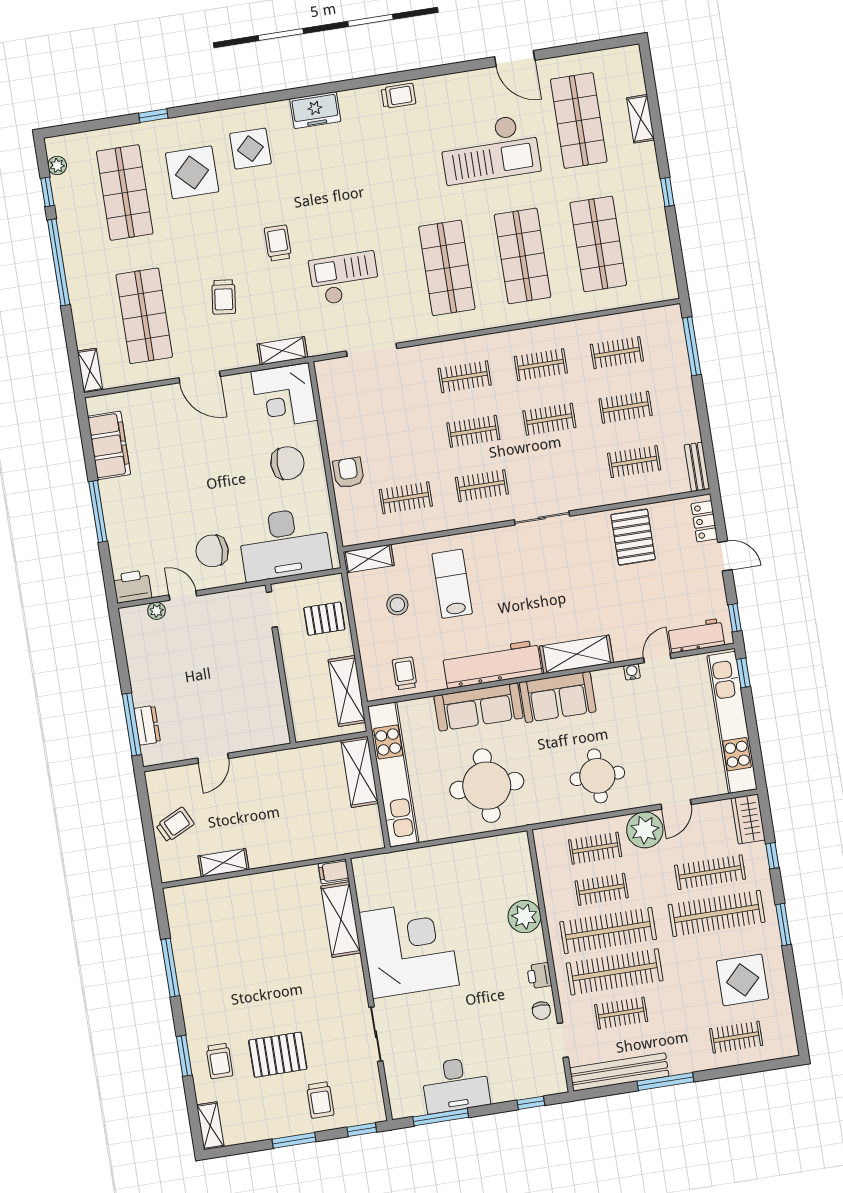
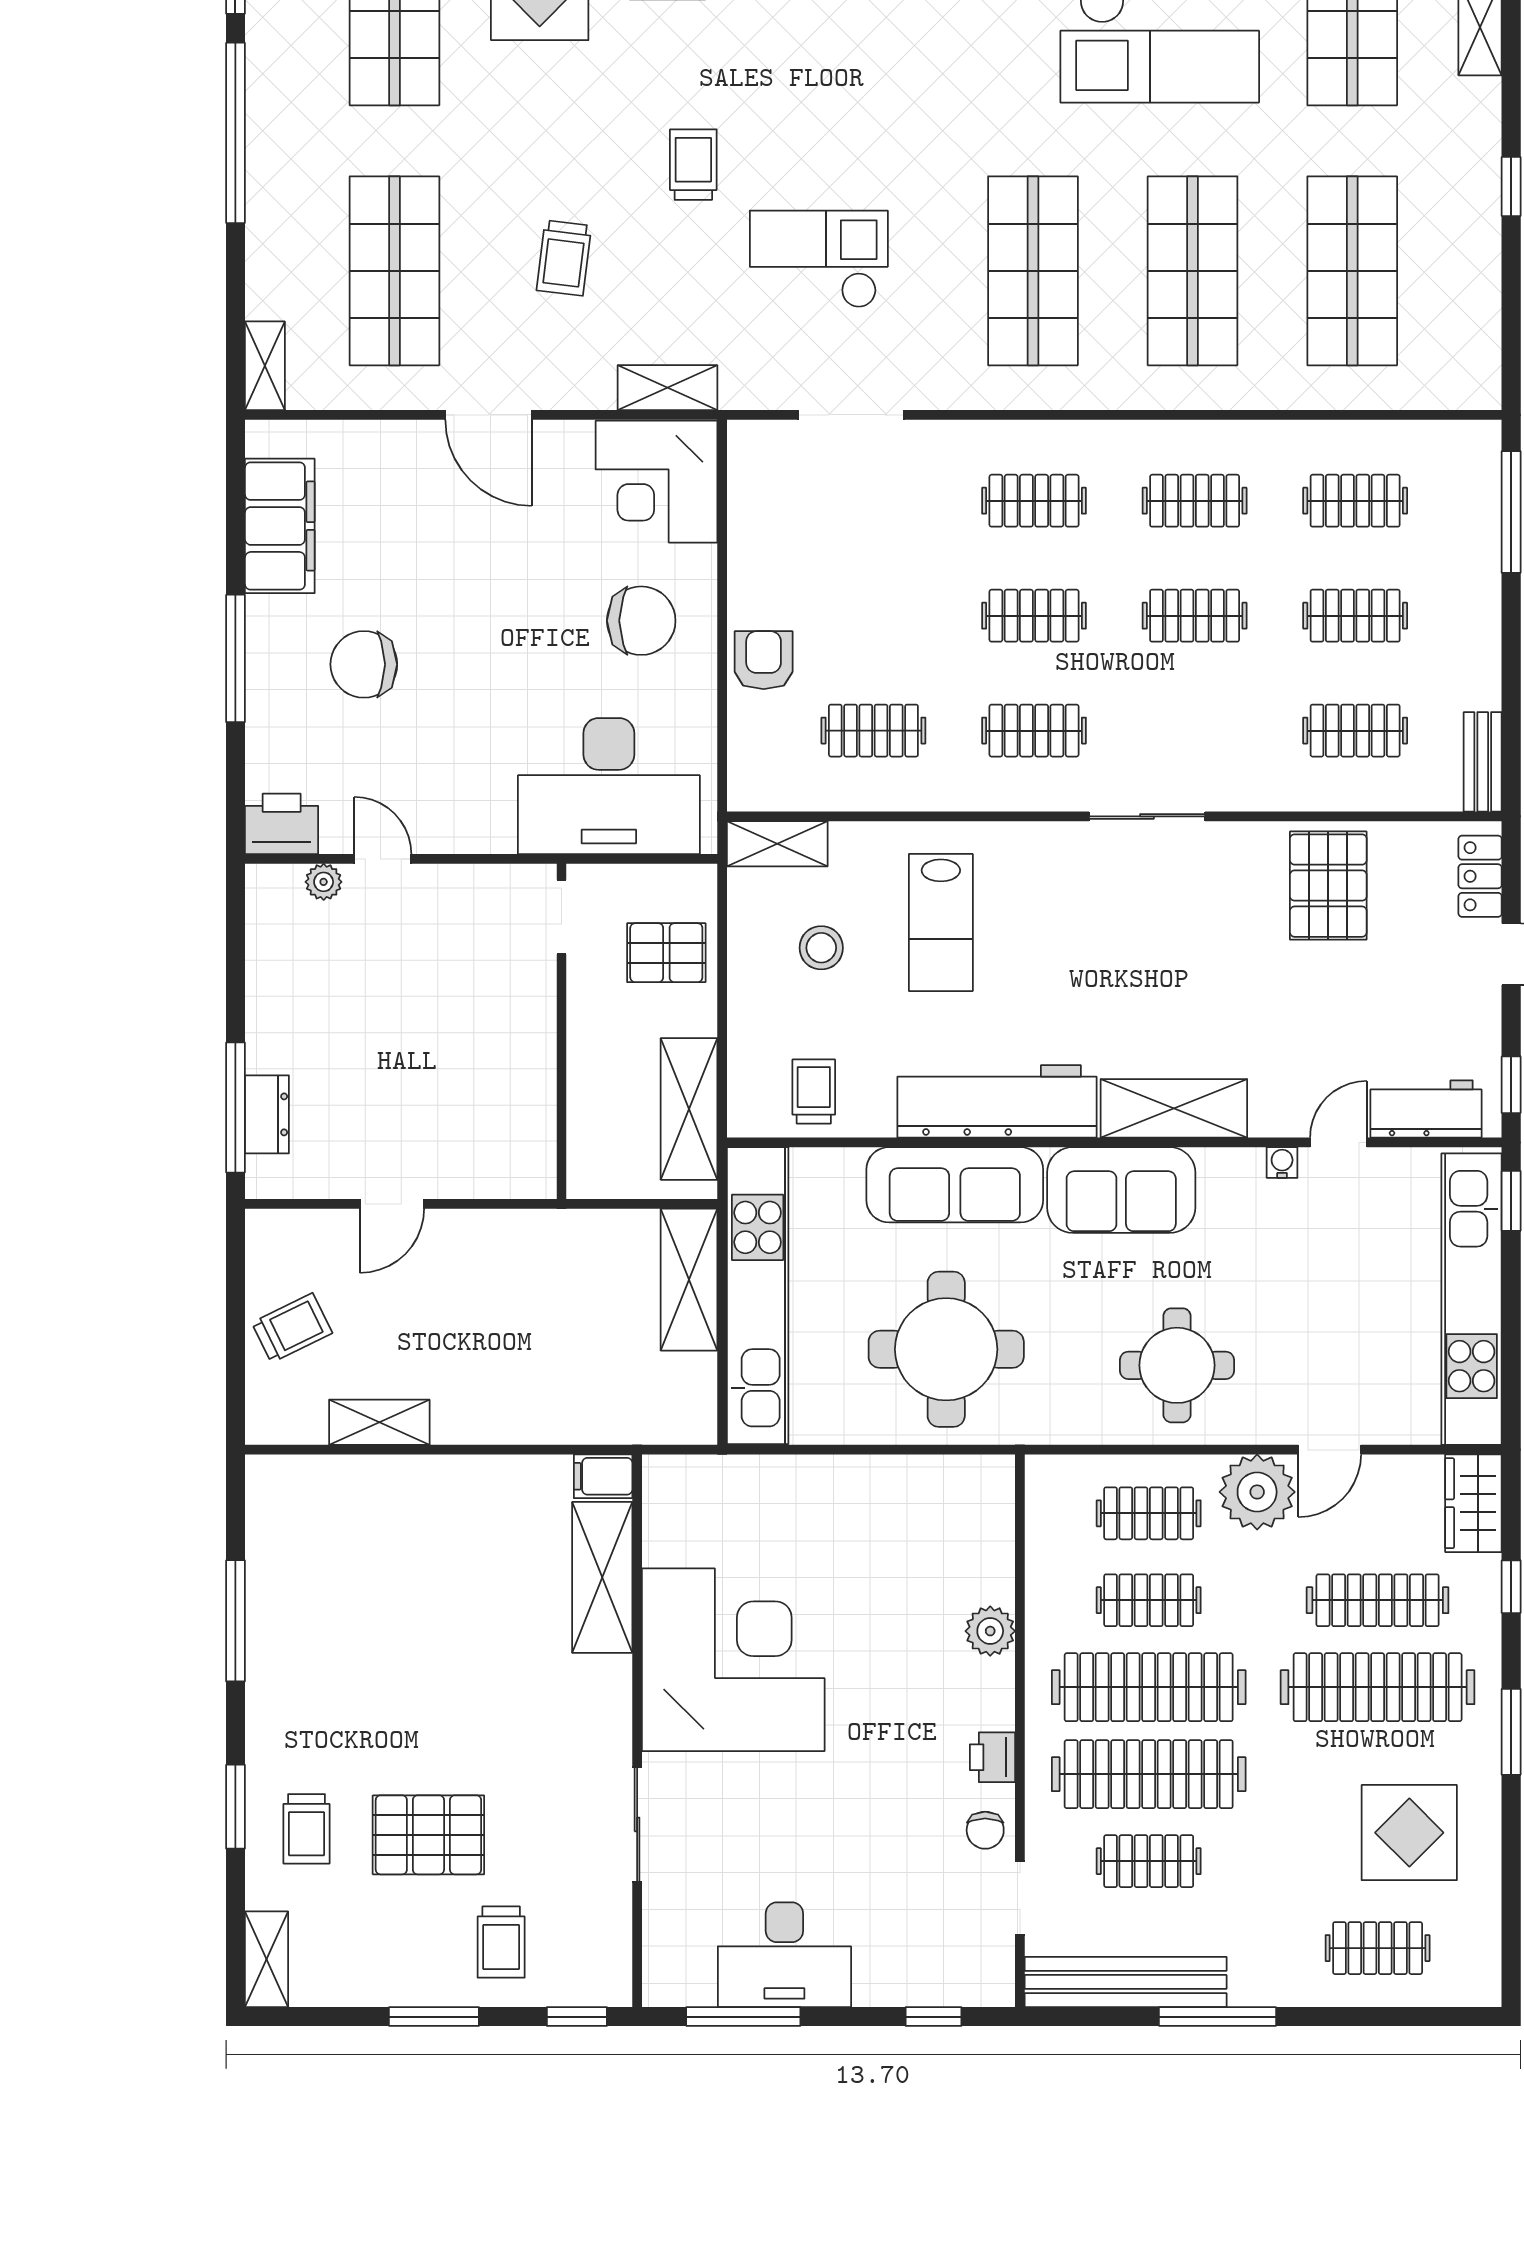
chair: (212, 551) -> (364, 664), moved
lab bench: (452, 584) -> (941, 923), turned 180
plant: (524, 917) -> (990, 1631), width x0.73, depth x0.73

